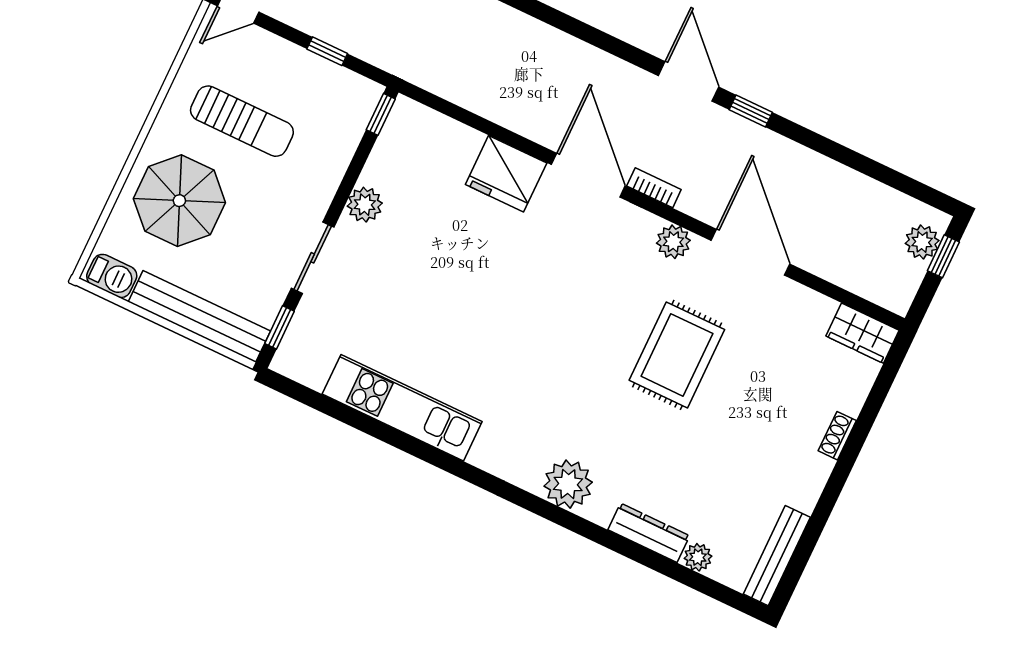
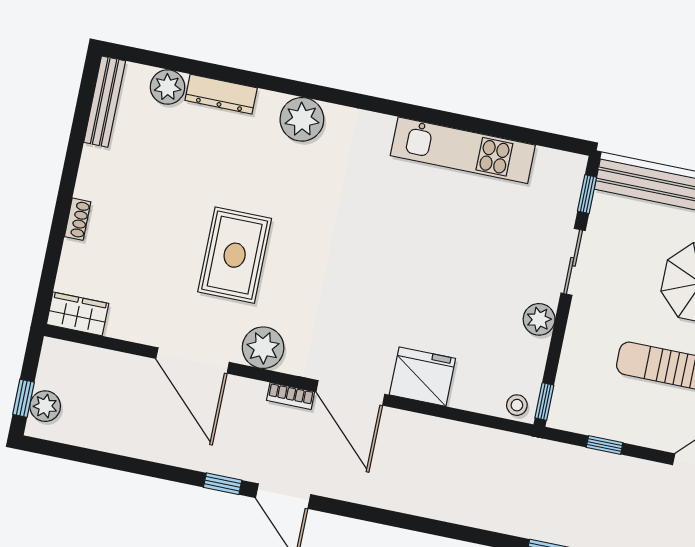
stool: (411, 118) -> (517, 405), added
plant: (673, 242) -> (263, 348), width x1.36, depth x1.36
plant: (698, 557) -> (168, 87), width x1.38, depth x1.38

